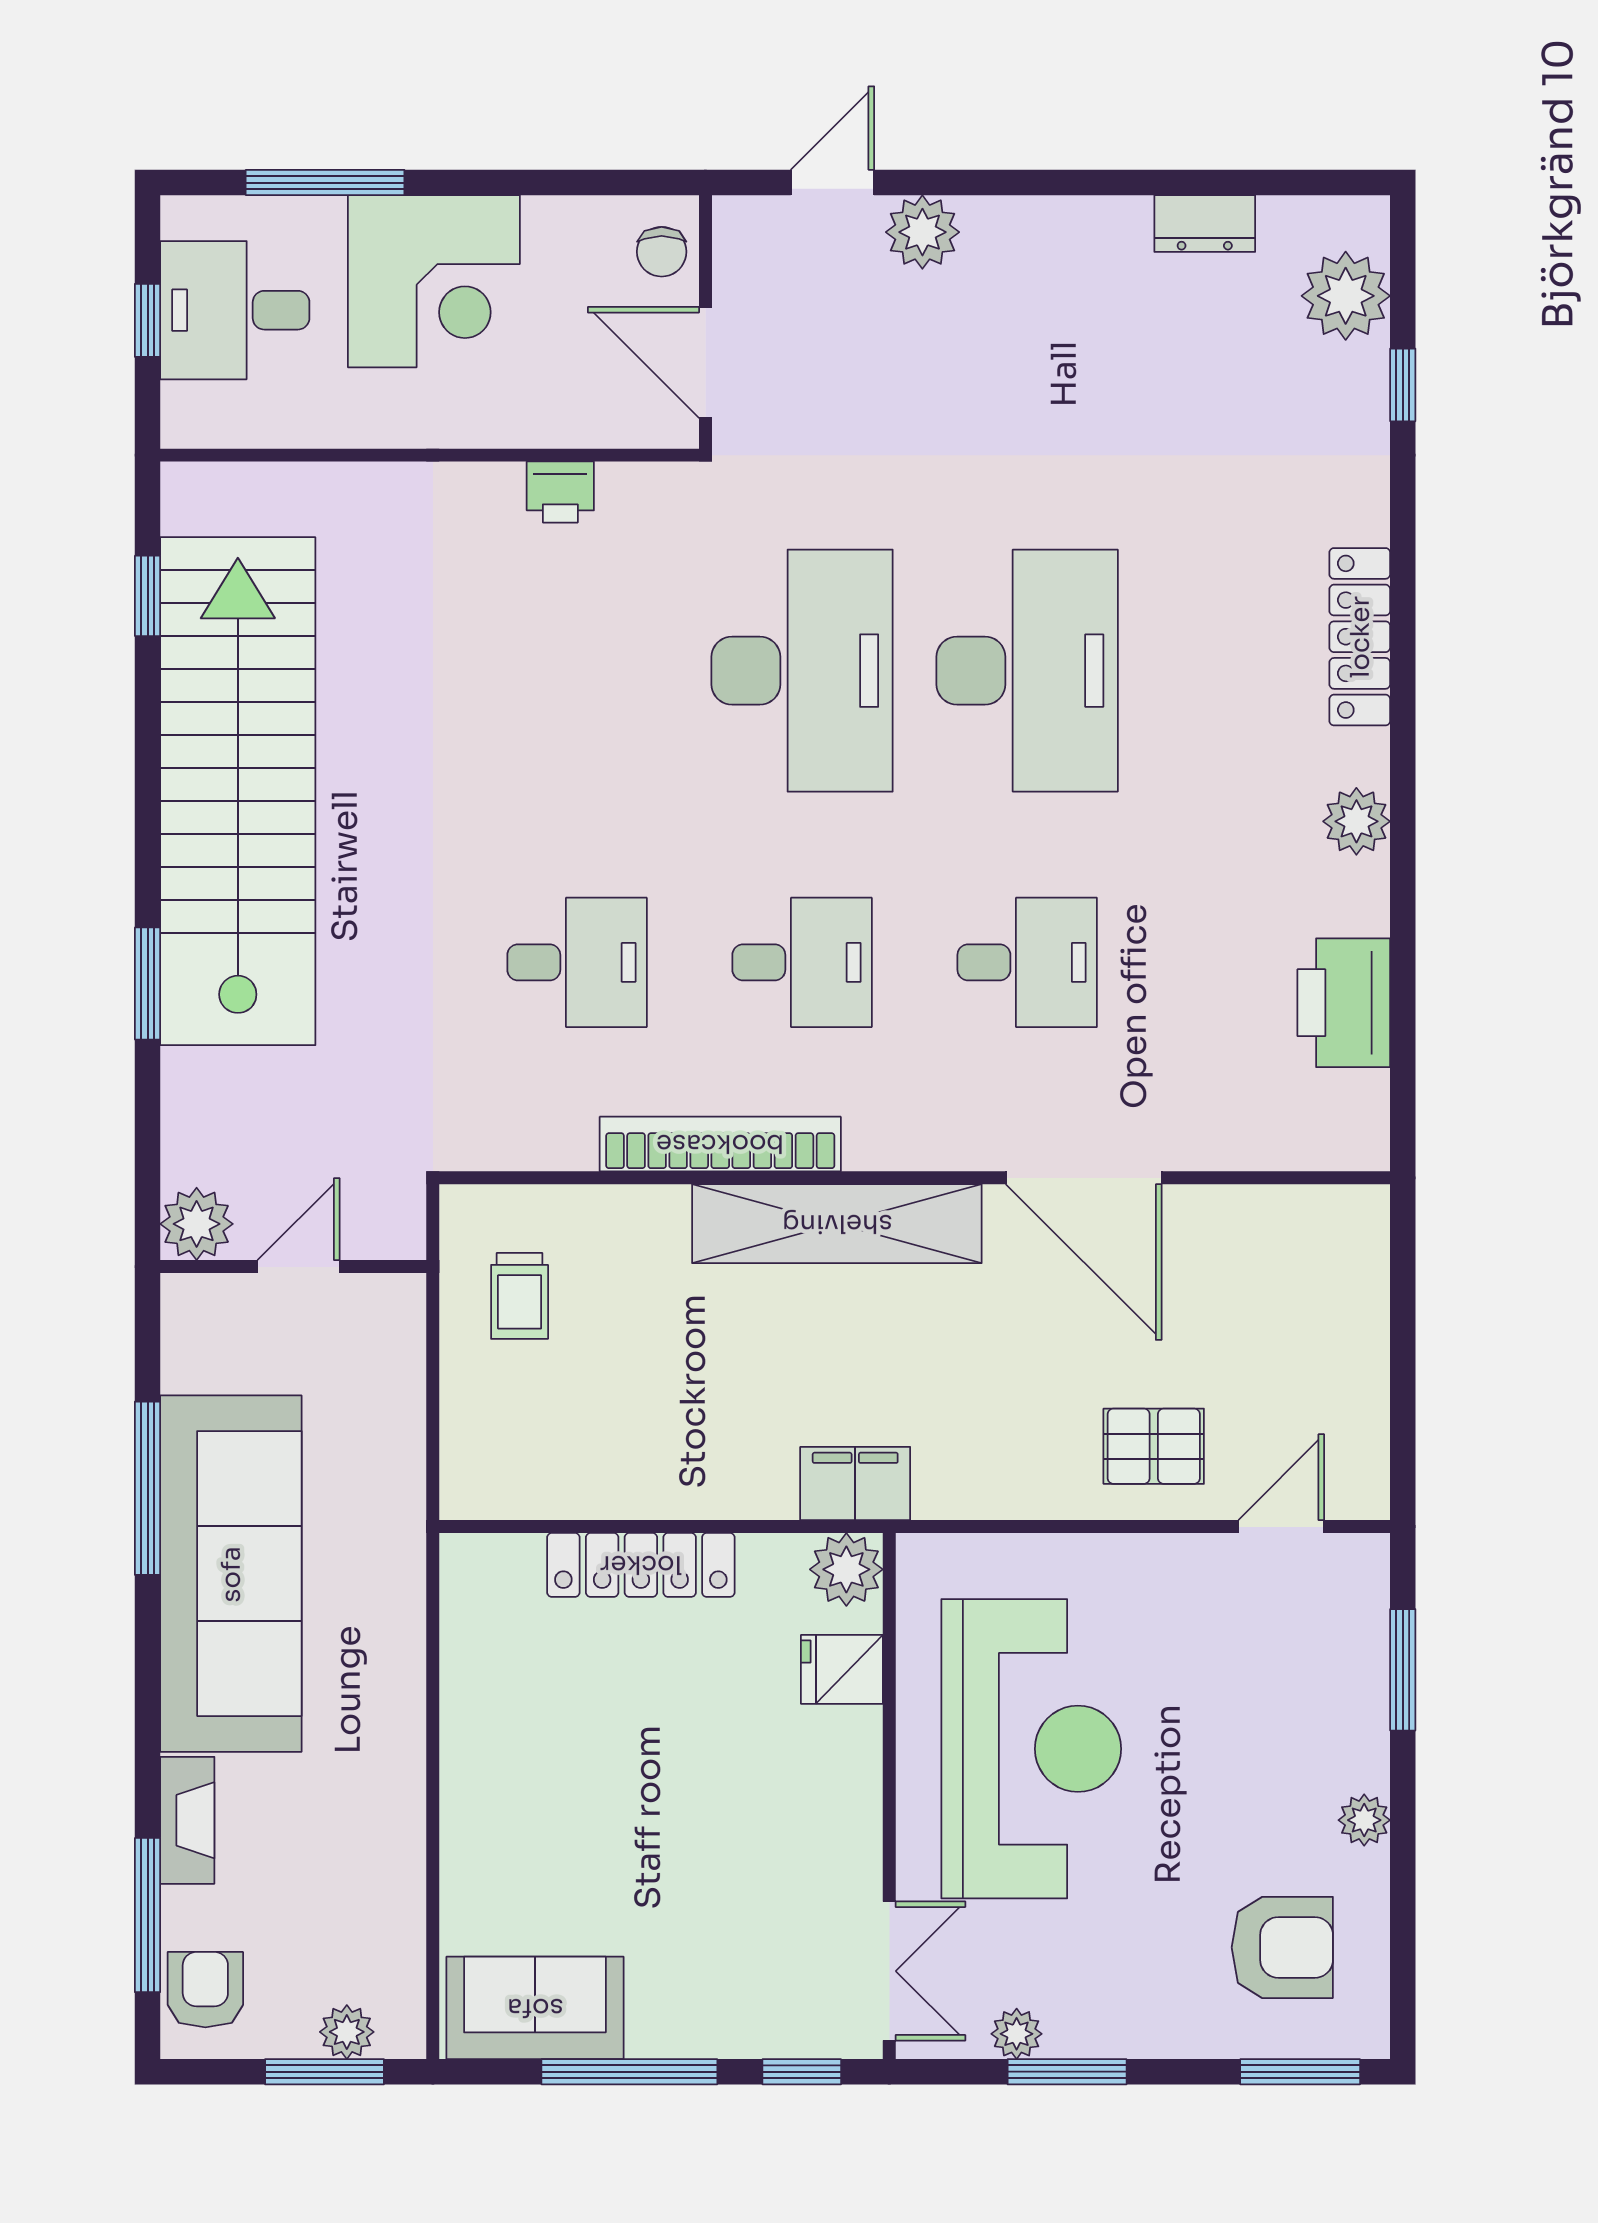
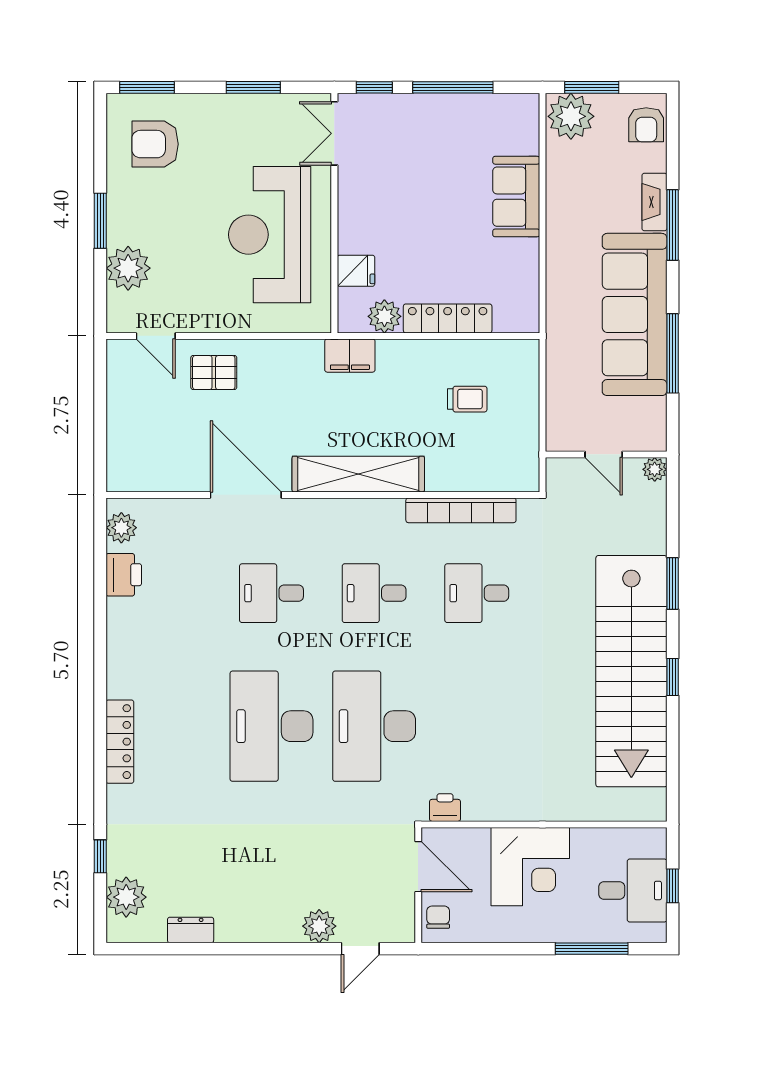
corner desk: (434, 281) -> (530, 867), moved, turned 180
printer: (560, 492) -> (445, 808), moved
window: (148, 596) -> (673, 677), moved
plant: (1356, 821) -> (121, 528), moved
printer: (1344, 1003) -> (124, 575), width x0.73, depth x0.84
bookcase: (720, 1144) -> (461, 510), moved
plant: (197, 1224) -> (655, 469), width x0.73, depth x0.73
door: (299, 1267) -> (604, 454), hinge flipped
trolley: (520, 1296) -> (467, 399), moved, turned 90
door: (1281, 1527) -> (156, 336), hinge flipped
plant: (846, 1569) -> (384, 316), moved
window: (1403, 1670) -> (100, 221), moved
plant: (1364, 1820) -> (128, 268), moved, width x1.87, depth x1.87
window: (148, 1915) -> (673, 225), moved
sofa: (535, 2008) -> (516, 197), moved, turned 90
plant: (347, 2032) -> (571, 116), width x1.87, depth x1.87
plant: (1017, 2034) -> (276, 105), removed

